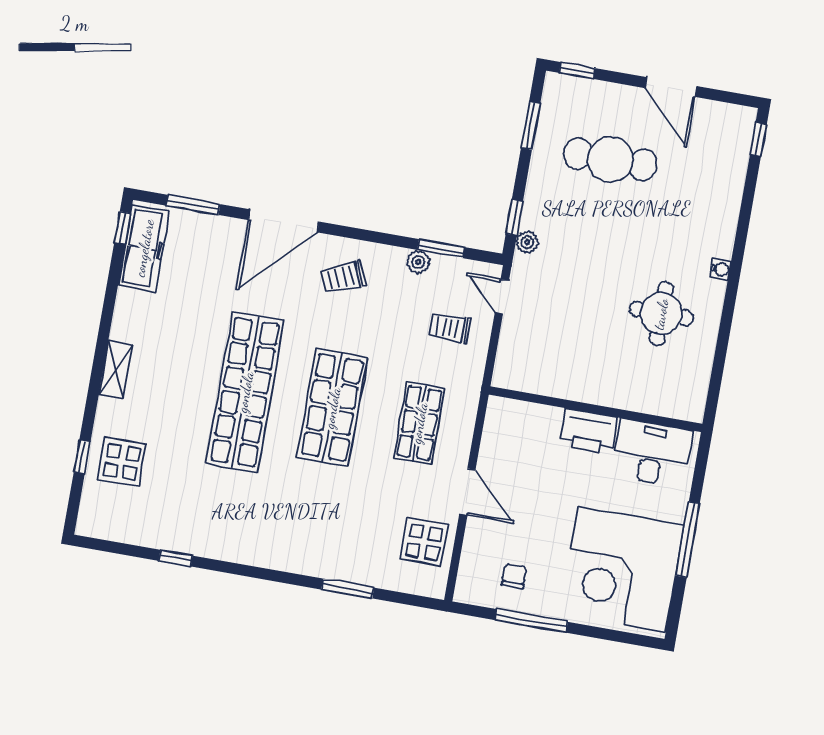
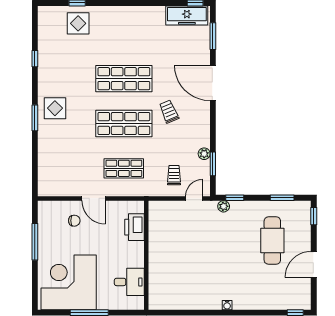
trolley: (343, 277) -> (169, 112), moved
round table: (661, 314) -> (200, 280), removed
shelving: (116, 370) -> (124, 12), removed
shop shelf: (245, 392) -> (124, 79), width x0.71
printer: (588, 431) -> (135, 227), moved
desk: (652, 453) -> (129, 282), width x0.73
door: (467, 492) -> (94, 198), hinge flipped
display table: (424, 542) -> (55, 108), moved
chair: (514, 576) -> (74, 221), moved
window: (348, 589) -> (35, 118), moved

